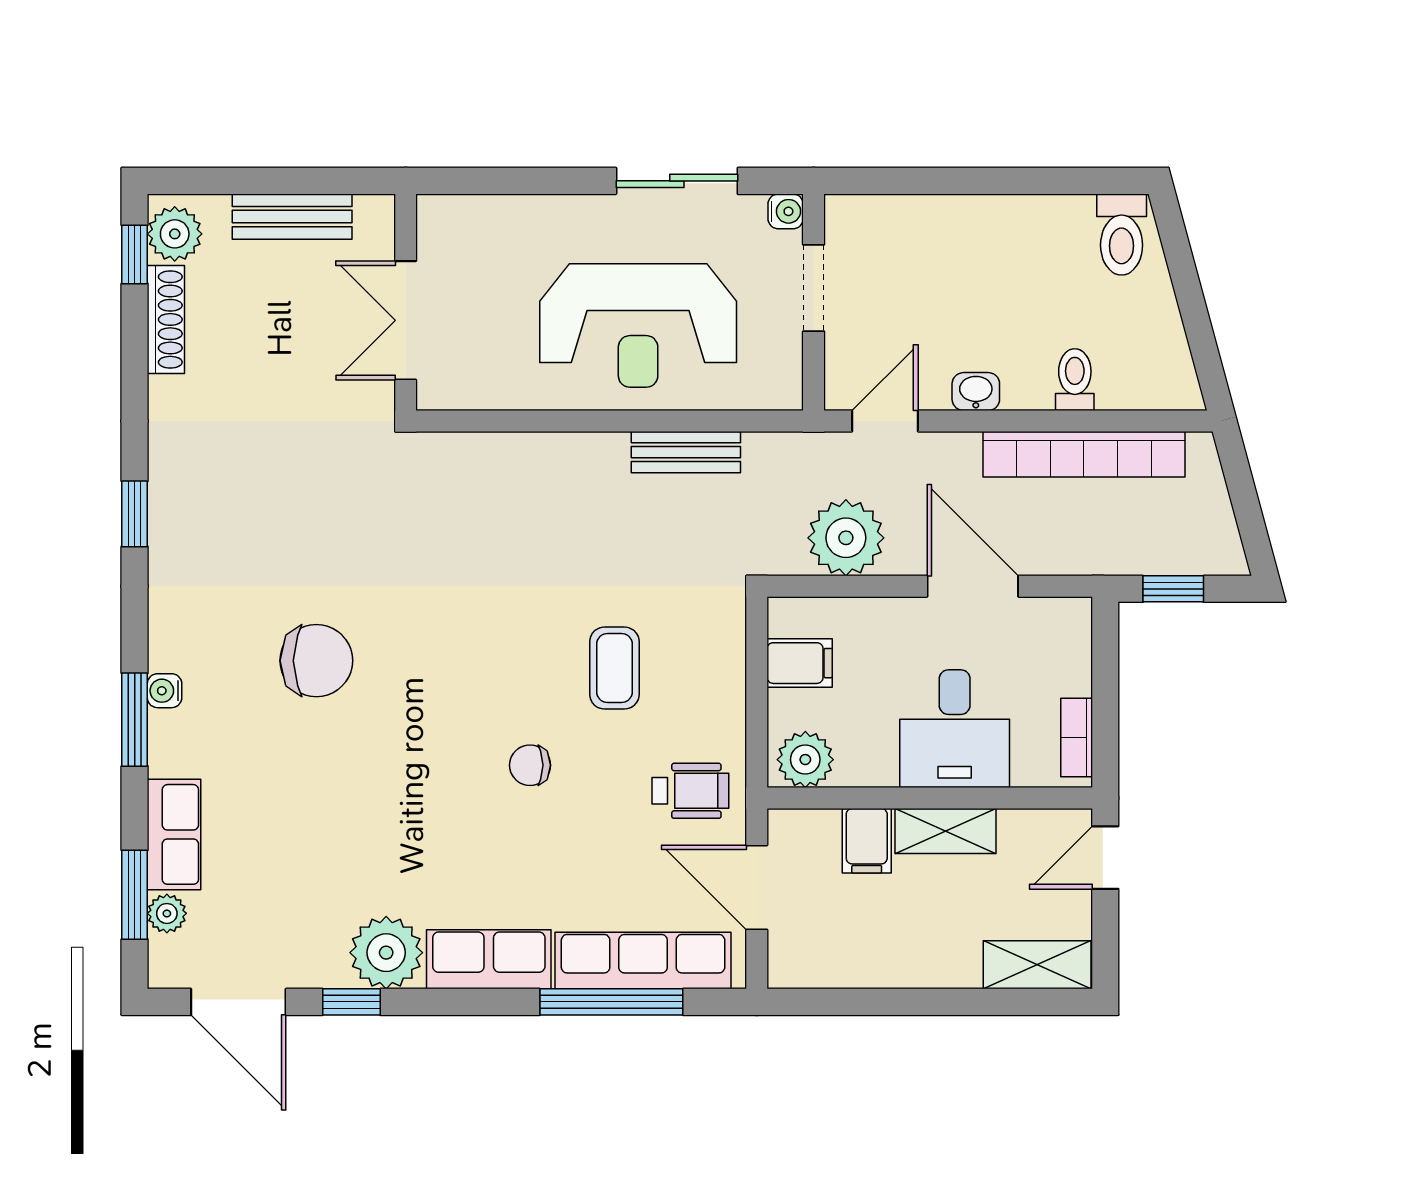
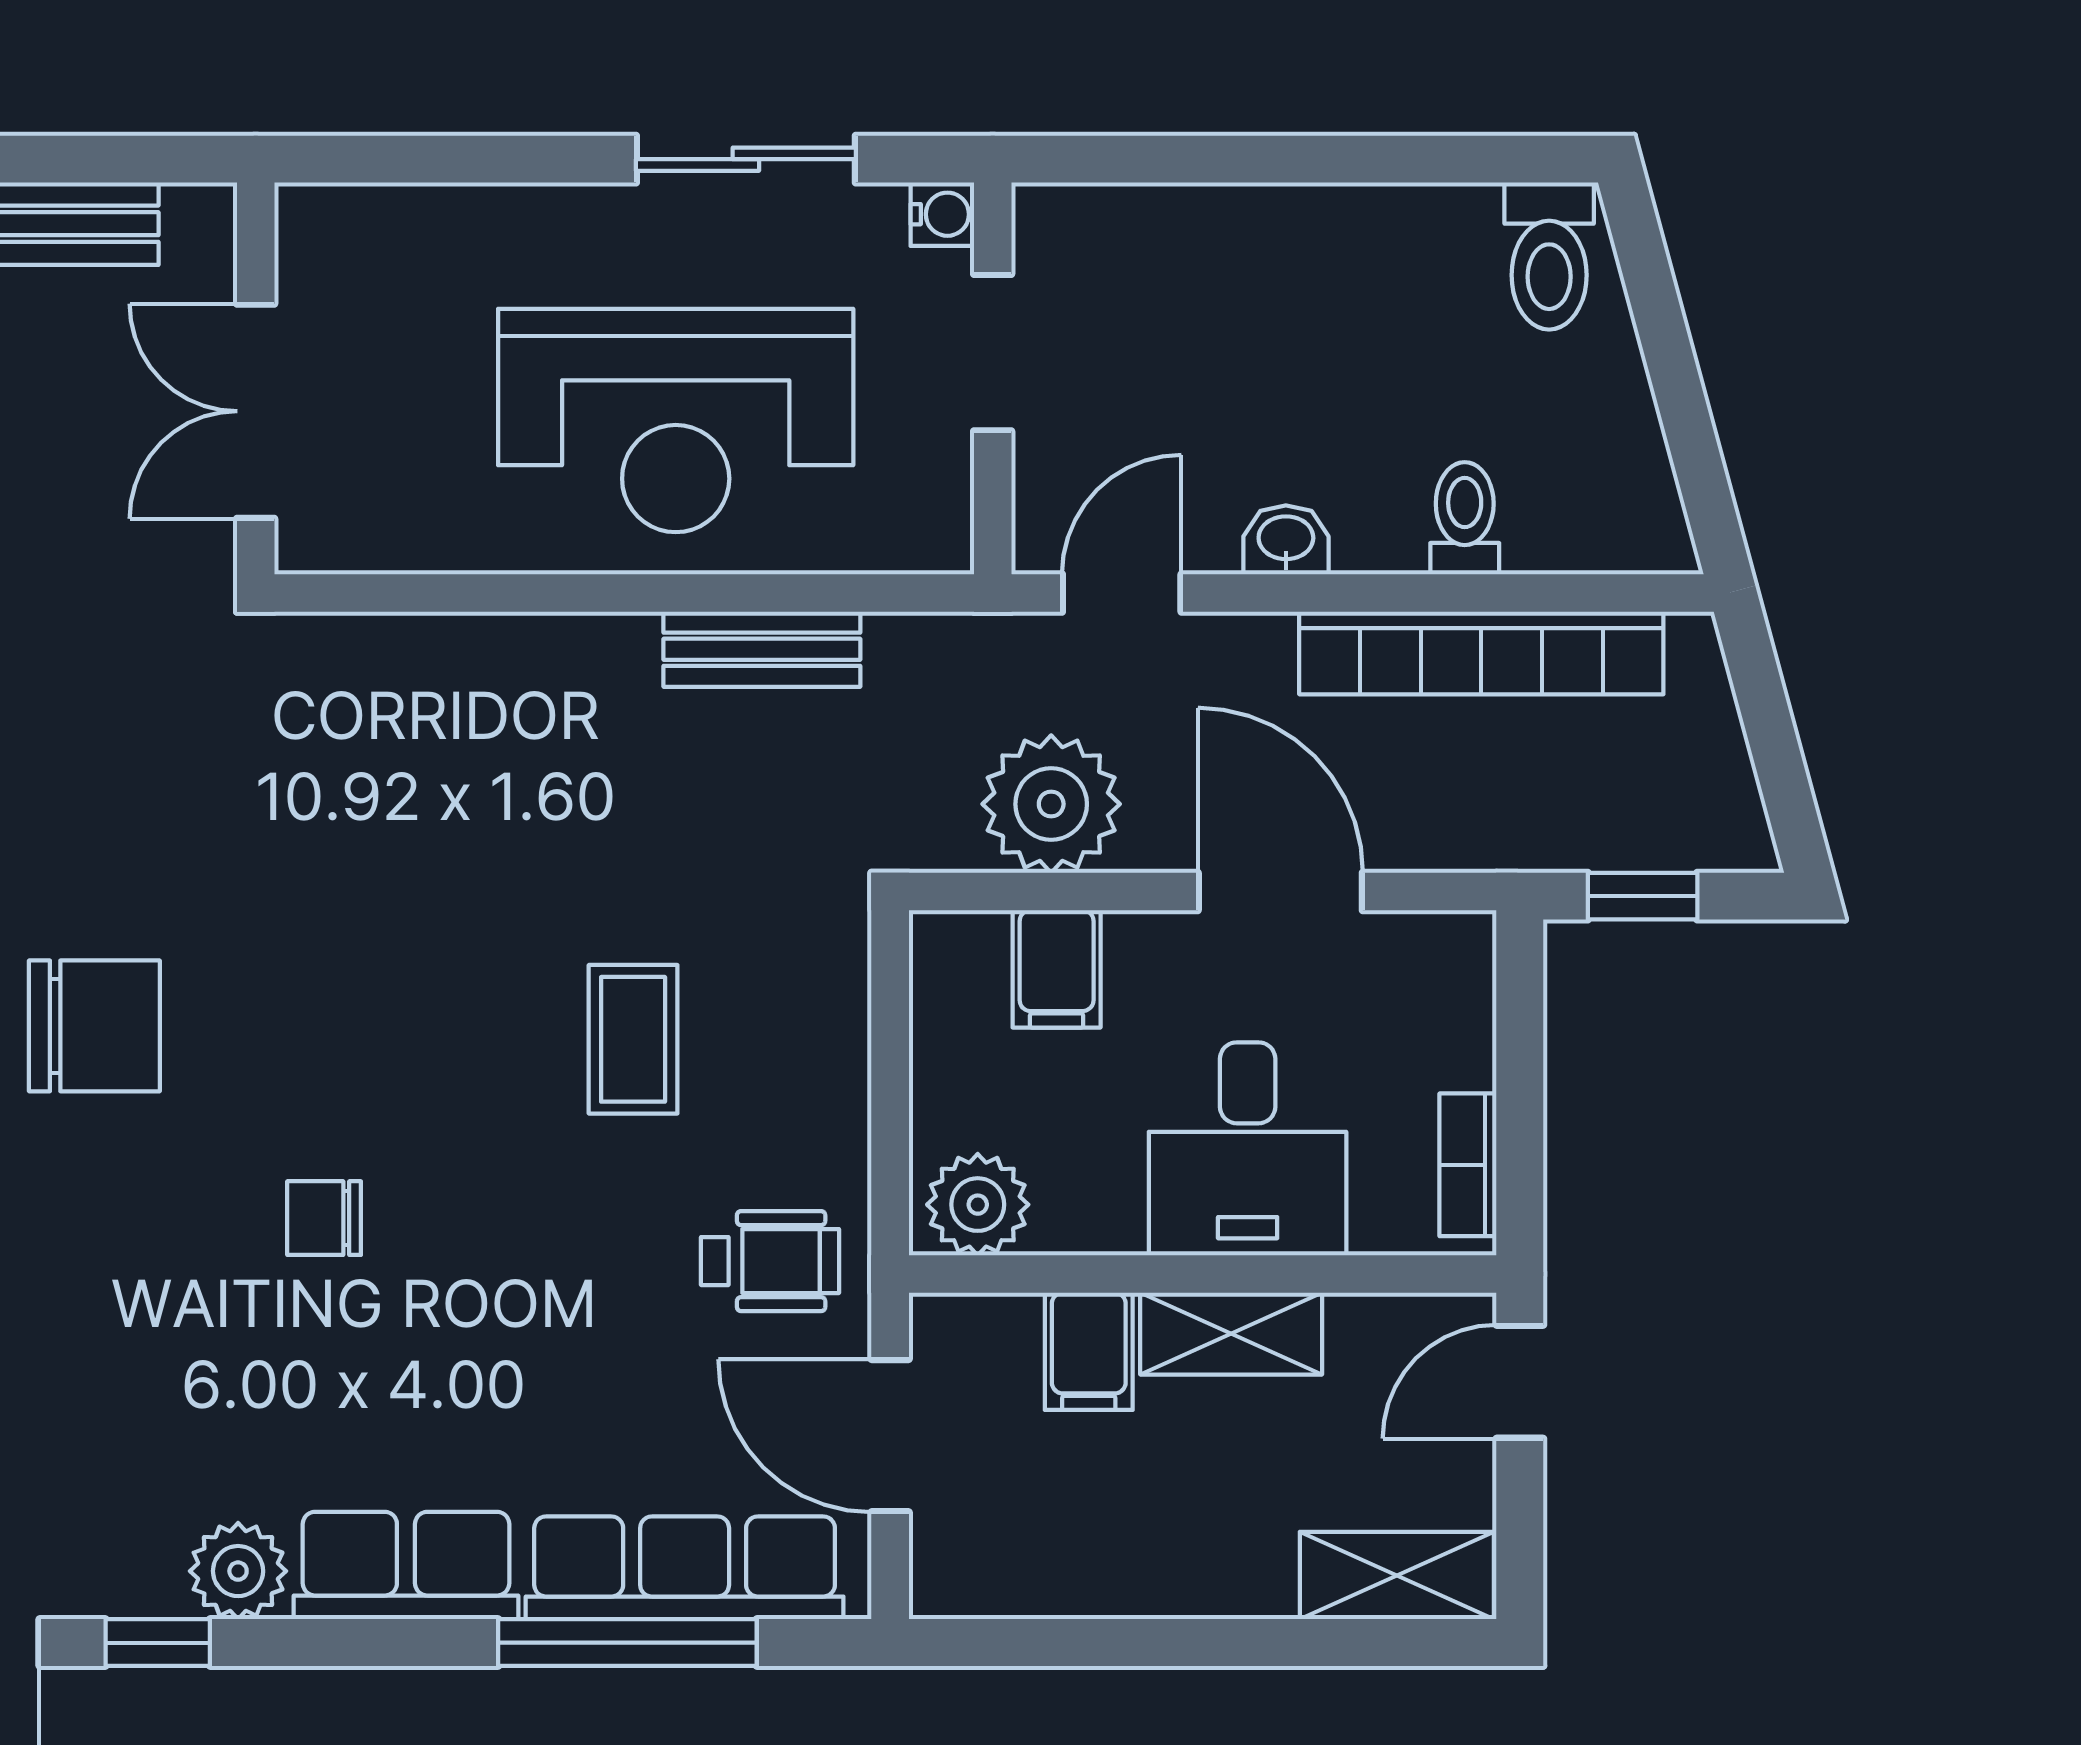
filing cabinet: (800, 663) -> (1057, 969), moved, turned 90
chair: (530, 765) -> (324, 1218), moved
plant: (386, 953) -> (238, 1571), width x0.73, depth x0.73

